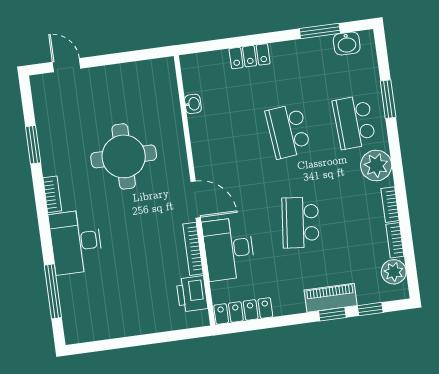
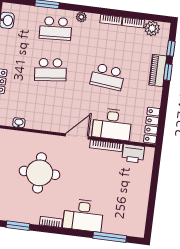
plant: (376, 165) -> (81, 17), width x0.53, depth x0.53

